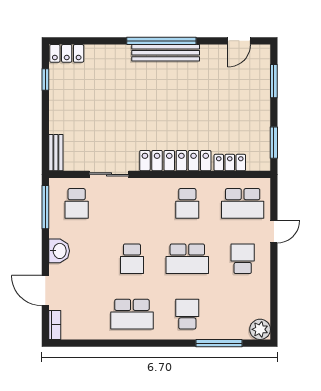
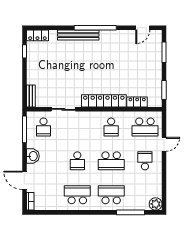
bench: (166, 53) -> (78, 35), moved
school desk: (132, 314) -> (77, 195), turned 180
school desk: (187, 314) -> (111, 195), width x1.85

